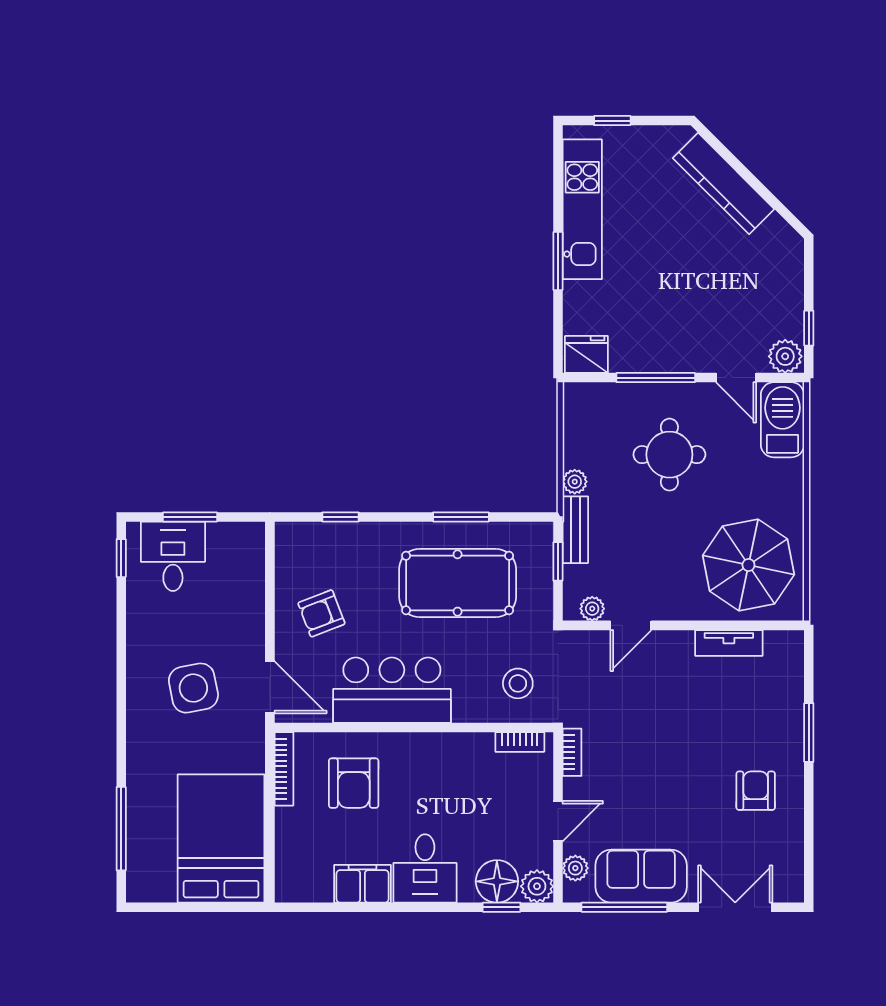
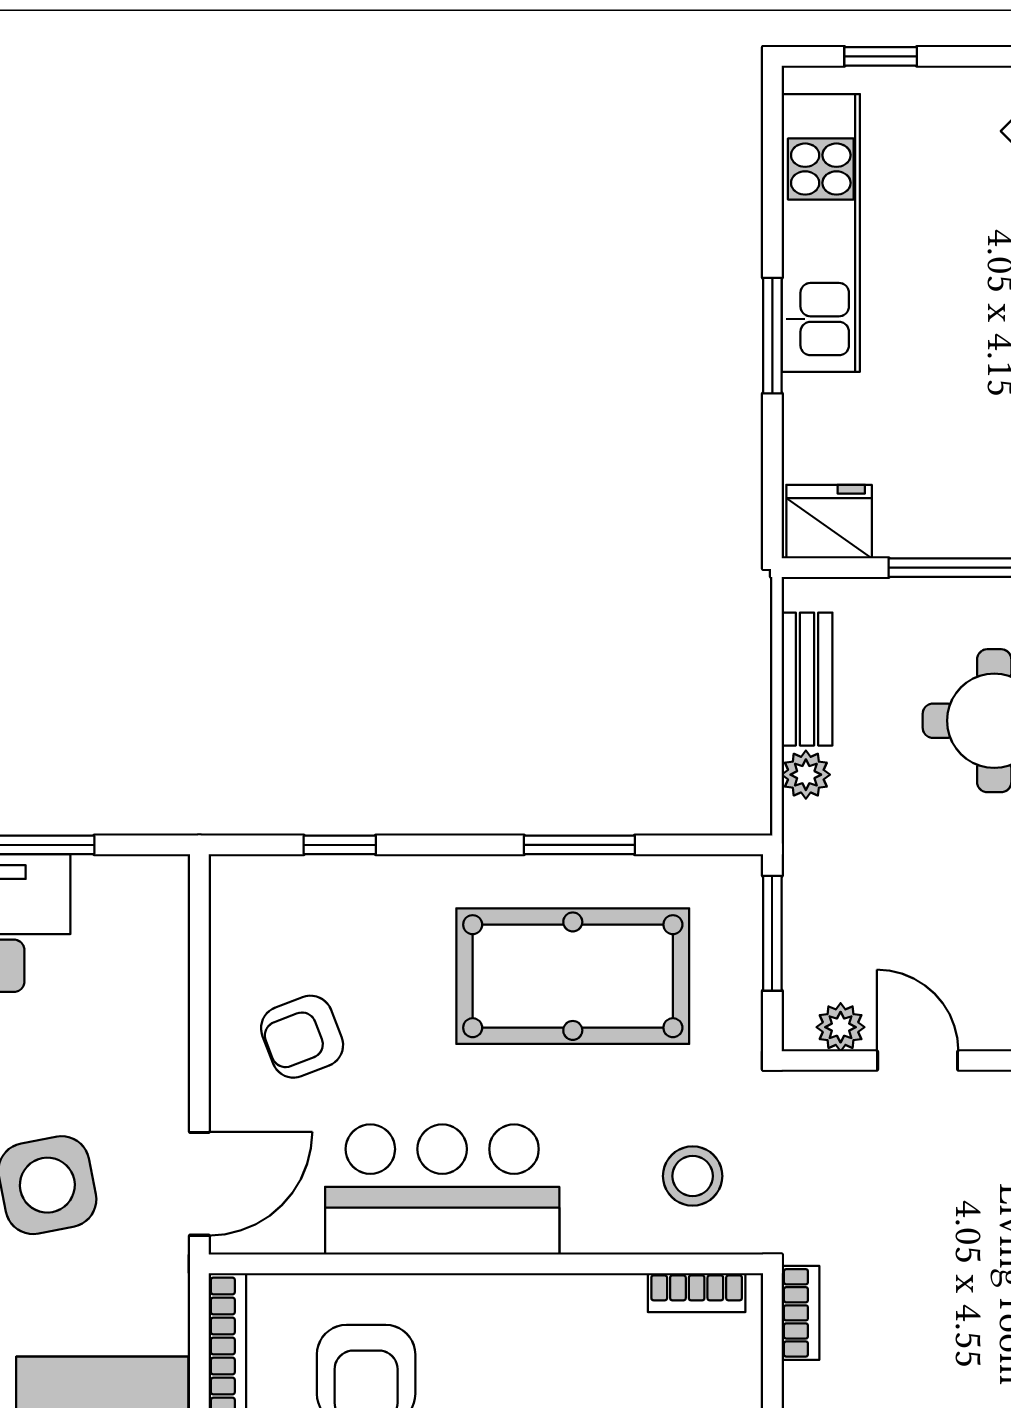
bench: (575, 530) -> (807, 679), moved
window: (558, 561) -> (772, 933), width x1.50
door: (631, 625) -> (918, 1060), swing flipped
door: (270, 687) -> (199, 1184), hinge flipped

